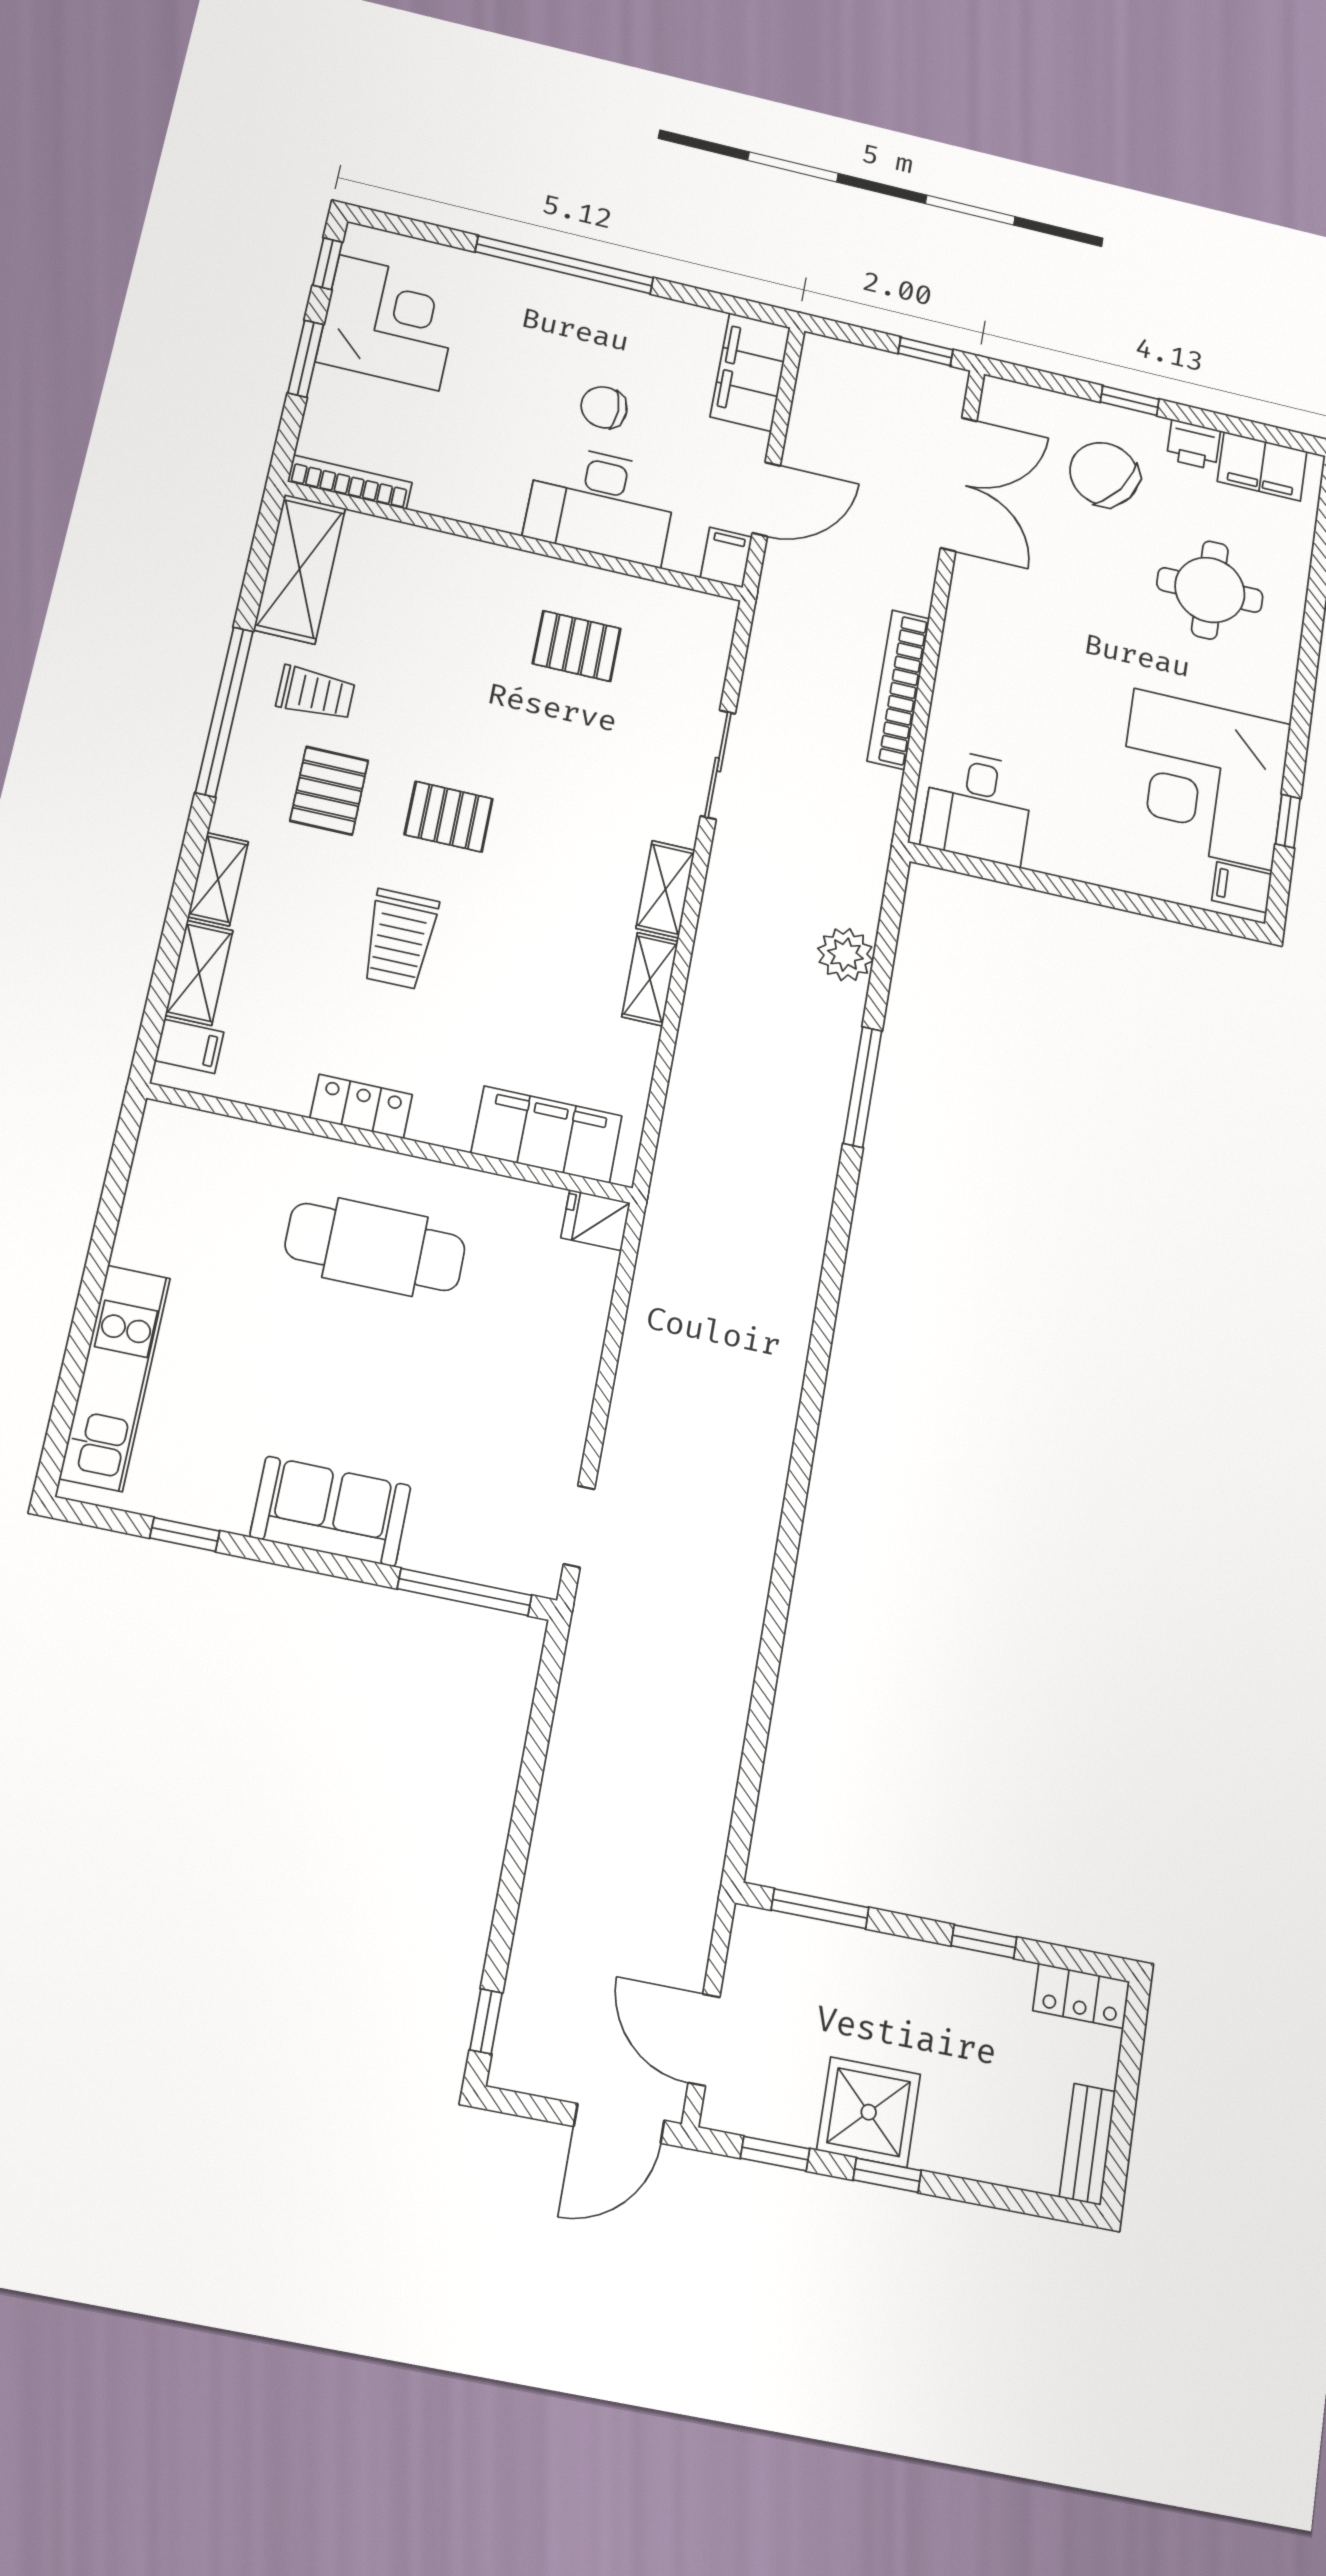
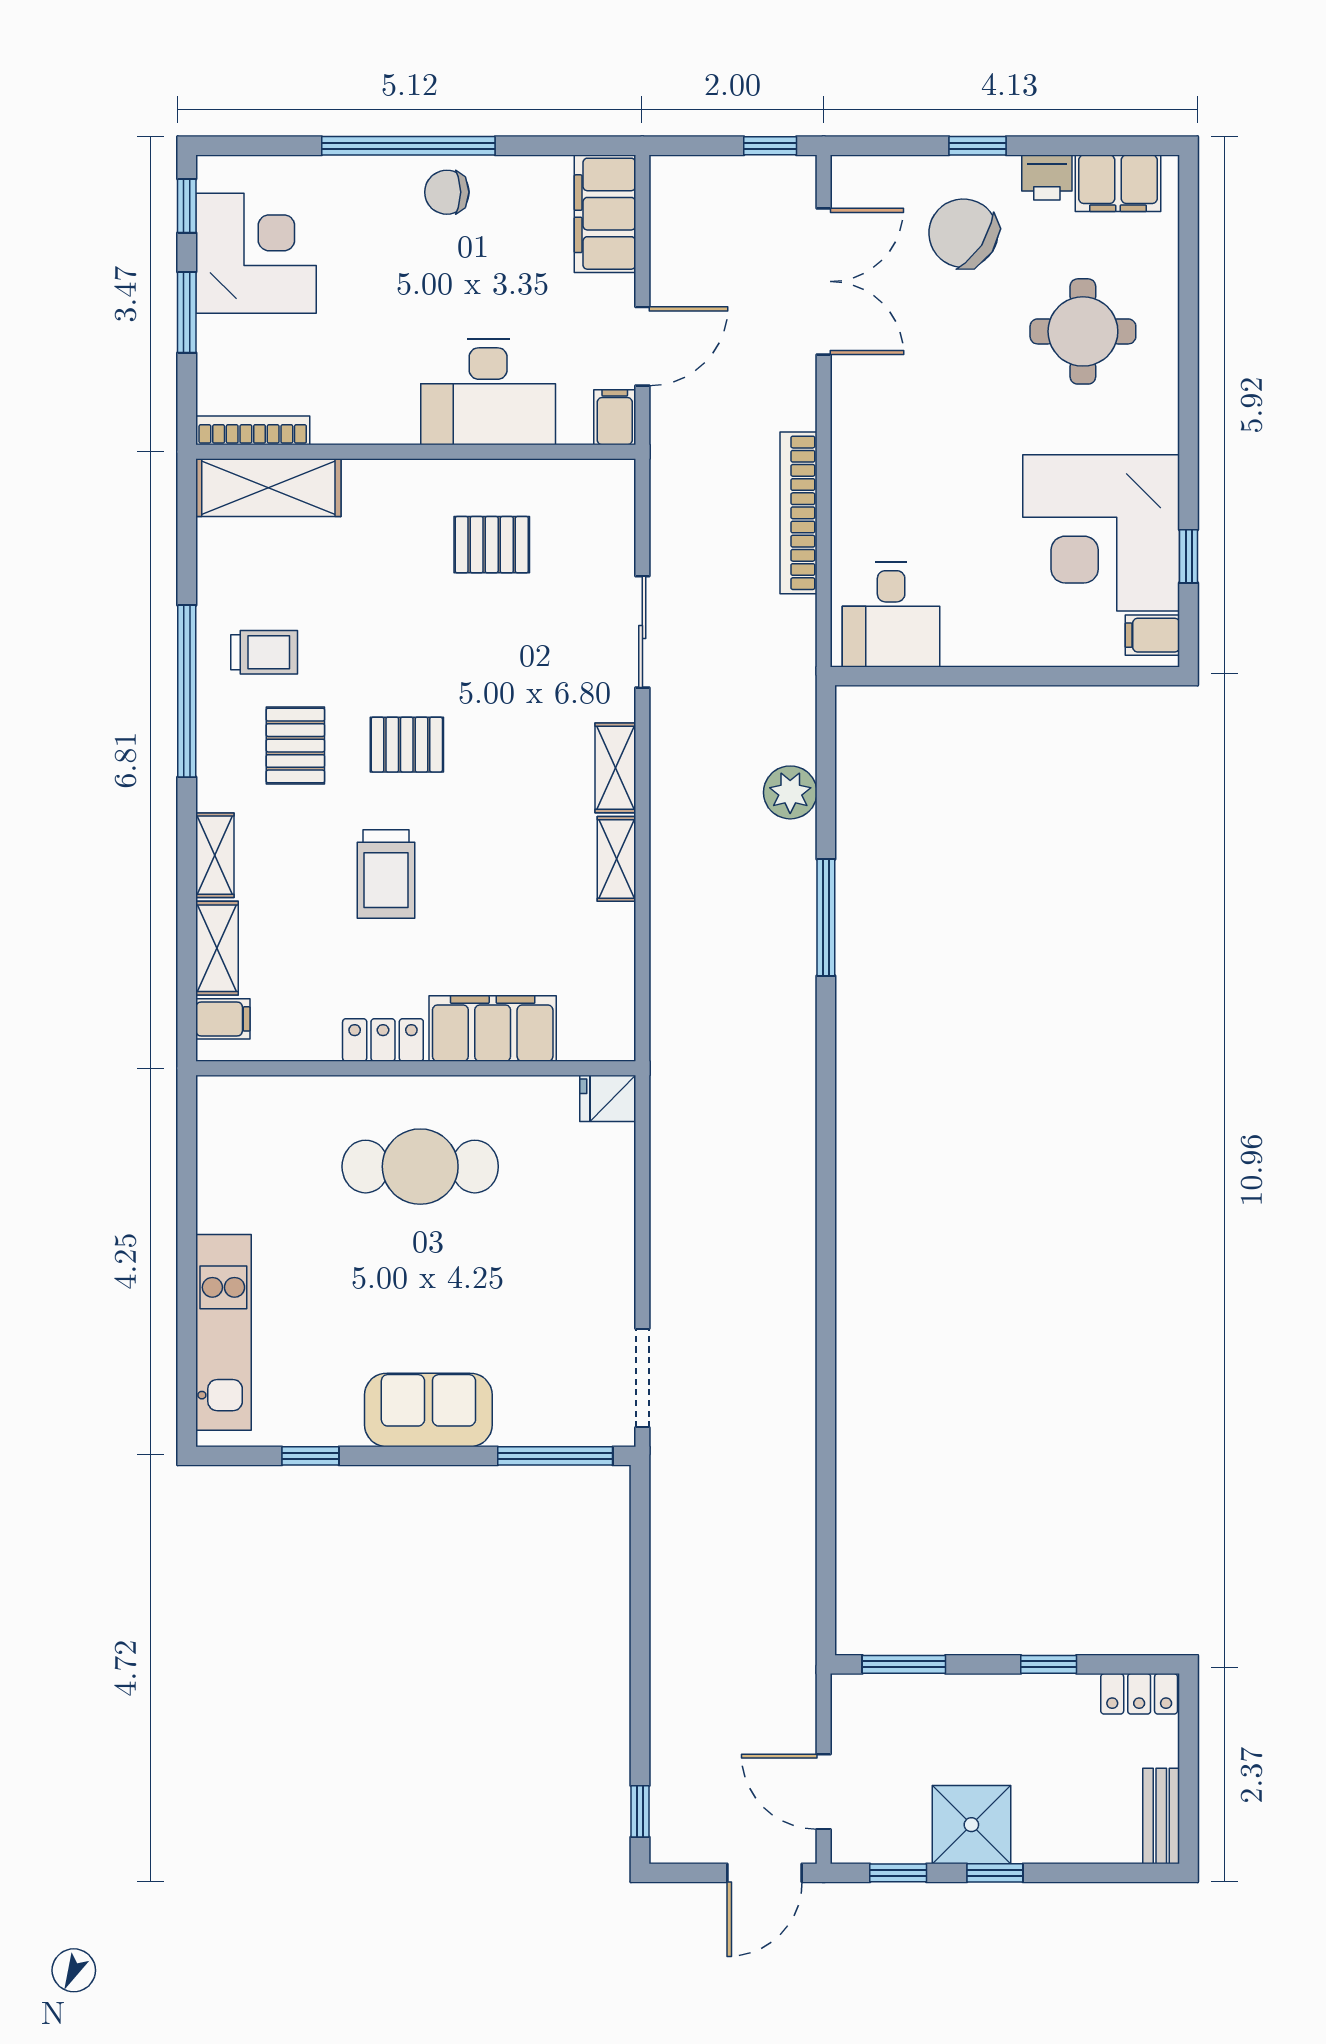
chair: (604, 407) -> (447, 192), moved
shelving: (300, 569) -> (268, 488), moved, turned 90
filing cabinet: (547, 1135) -> (493, 1029), moved
doorway: (579, 1526) -> (642, 1378), width x1.38

